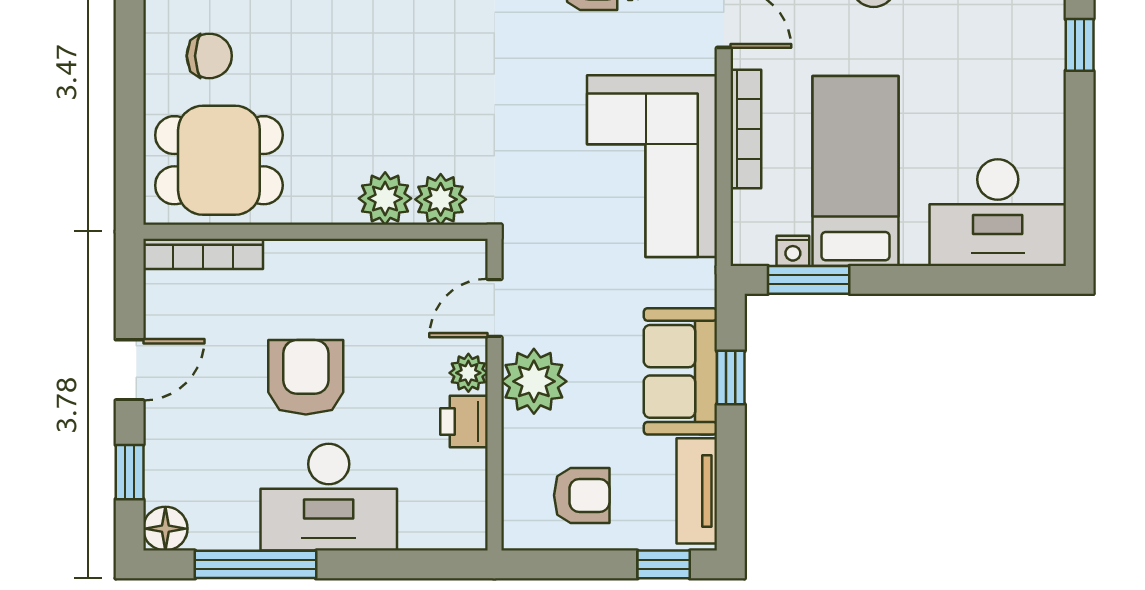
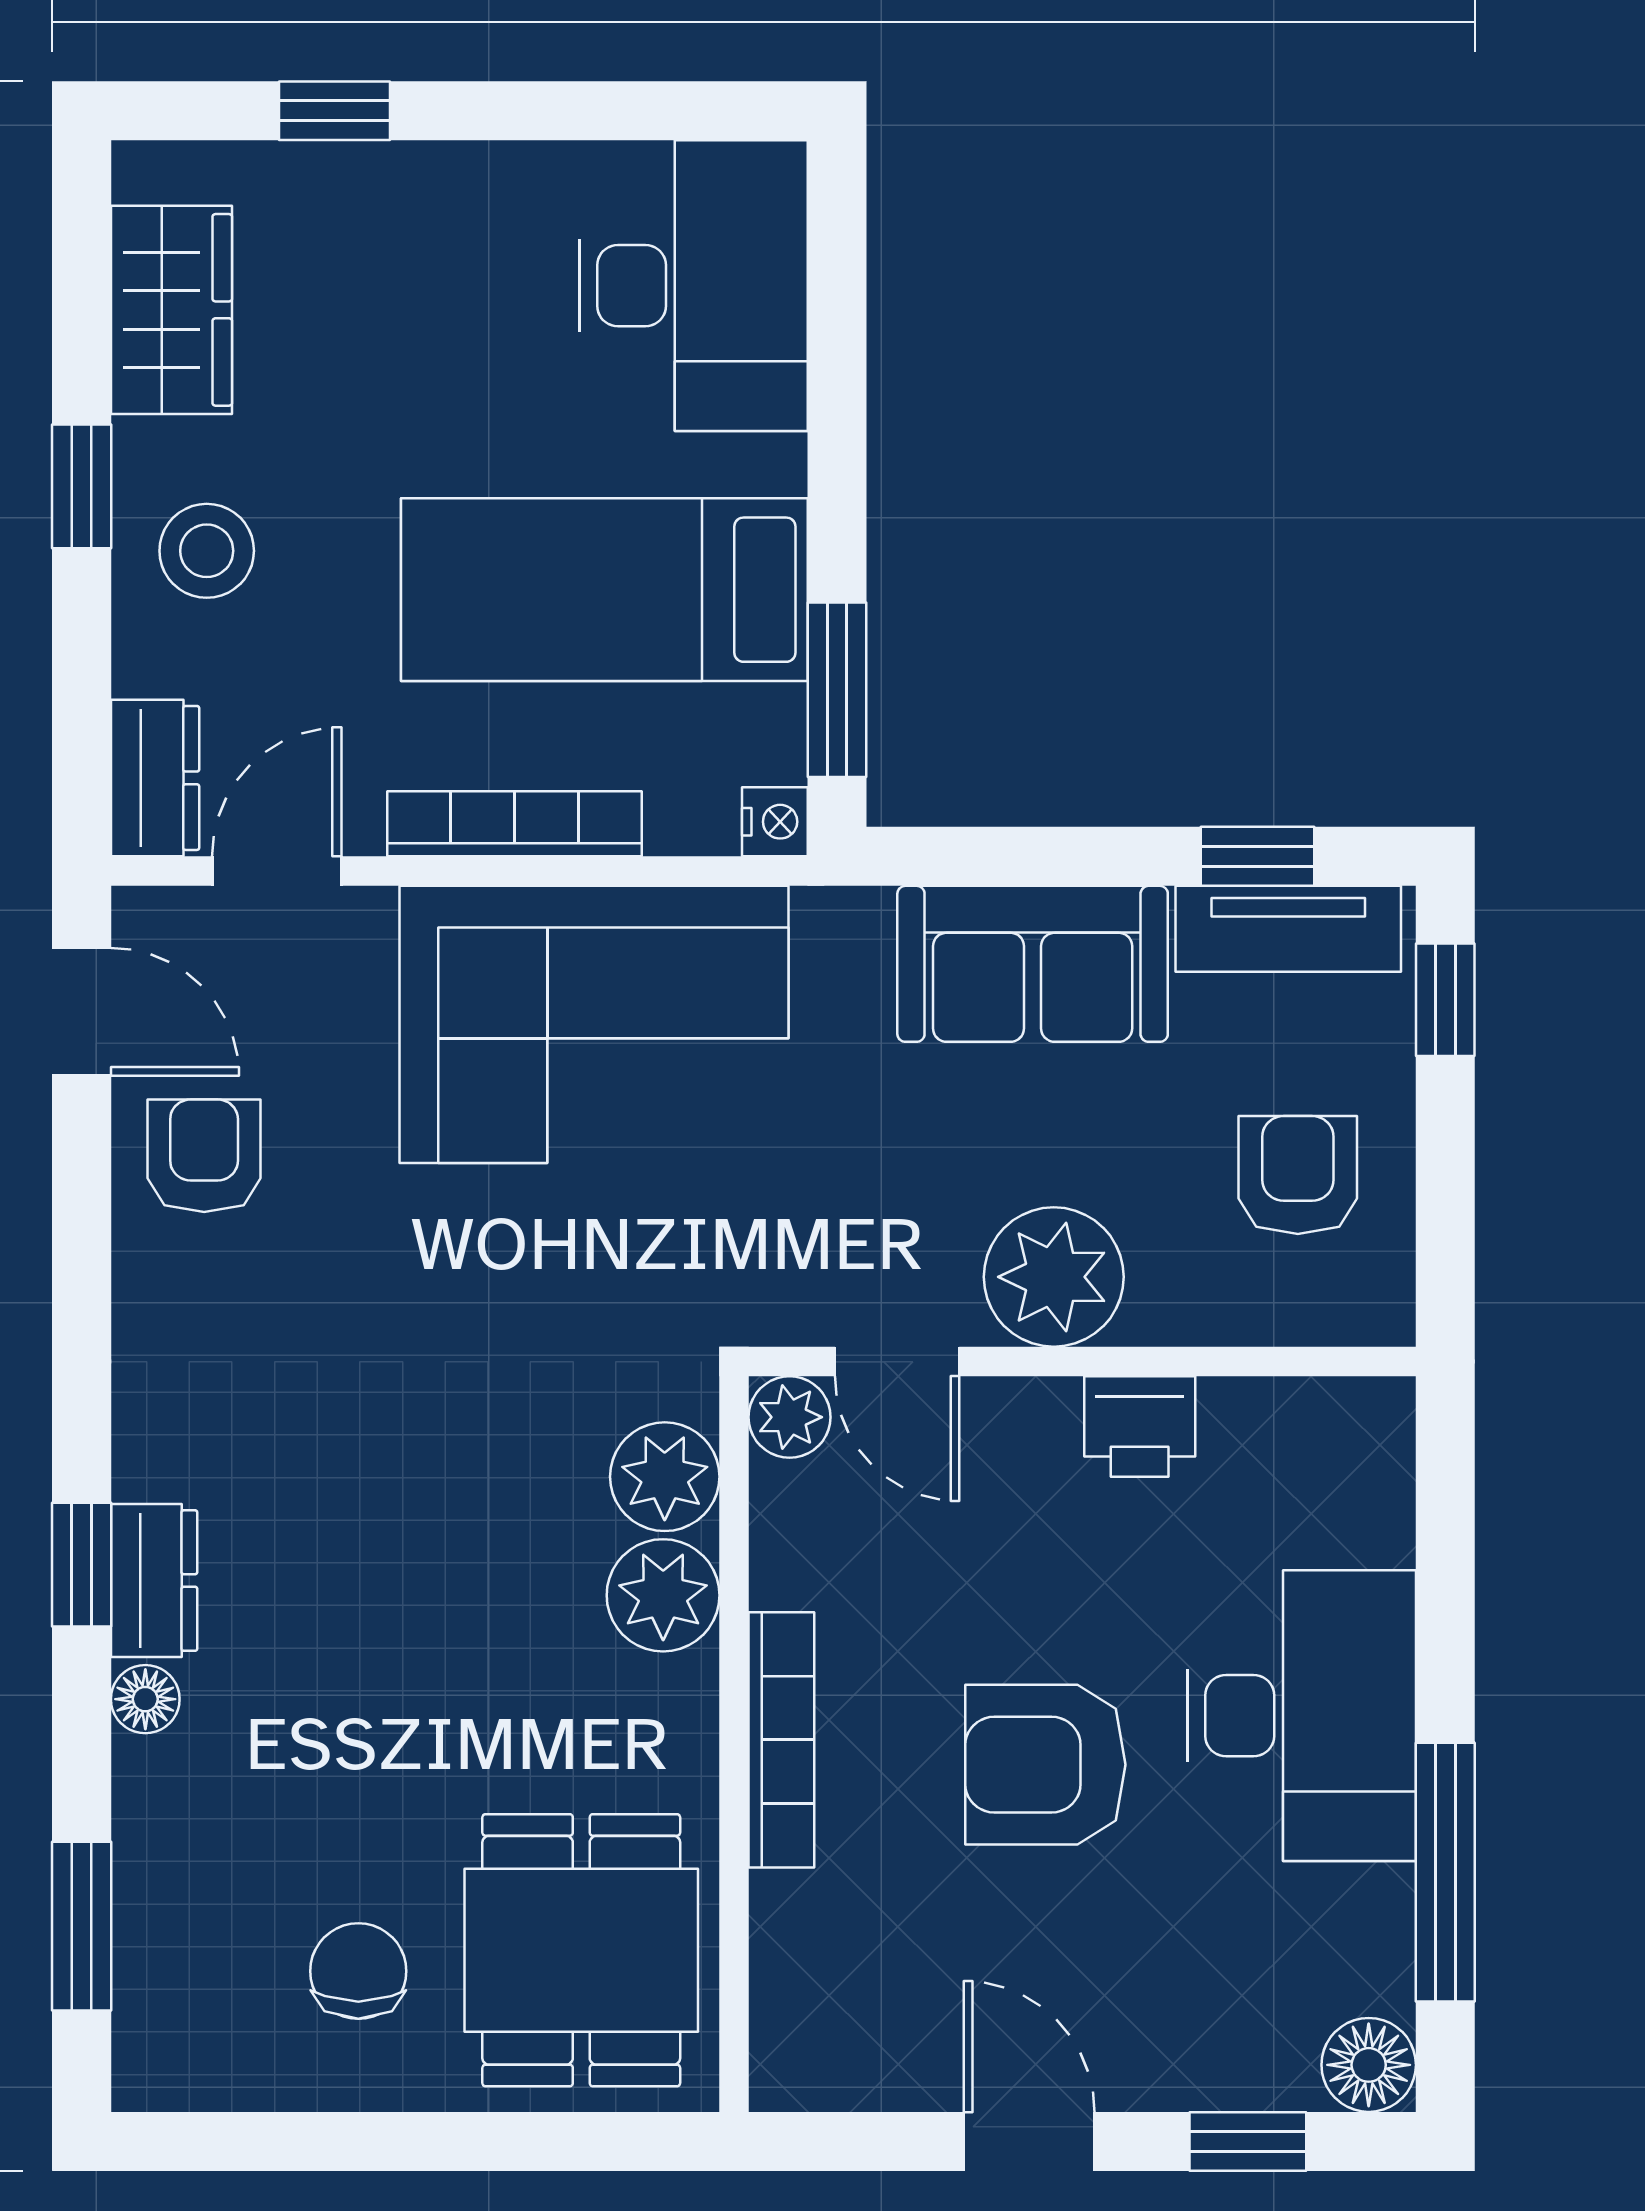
nightstand: (793, 251) -> (775, 822), moved
bookcase: (203, 254) -> (781, 1740), moved
plant: (468, 373) -> (790, 1417), moved
window: (731, 378) -> (1257, 856), moved

